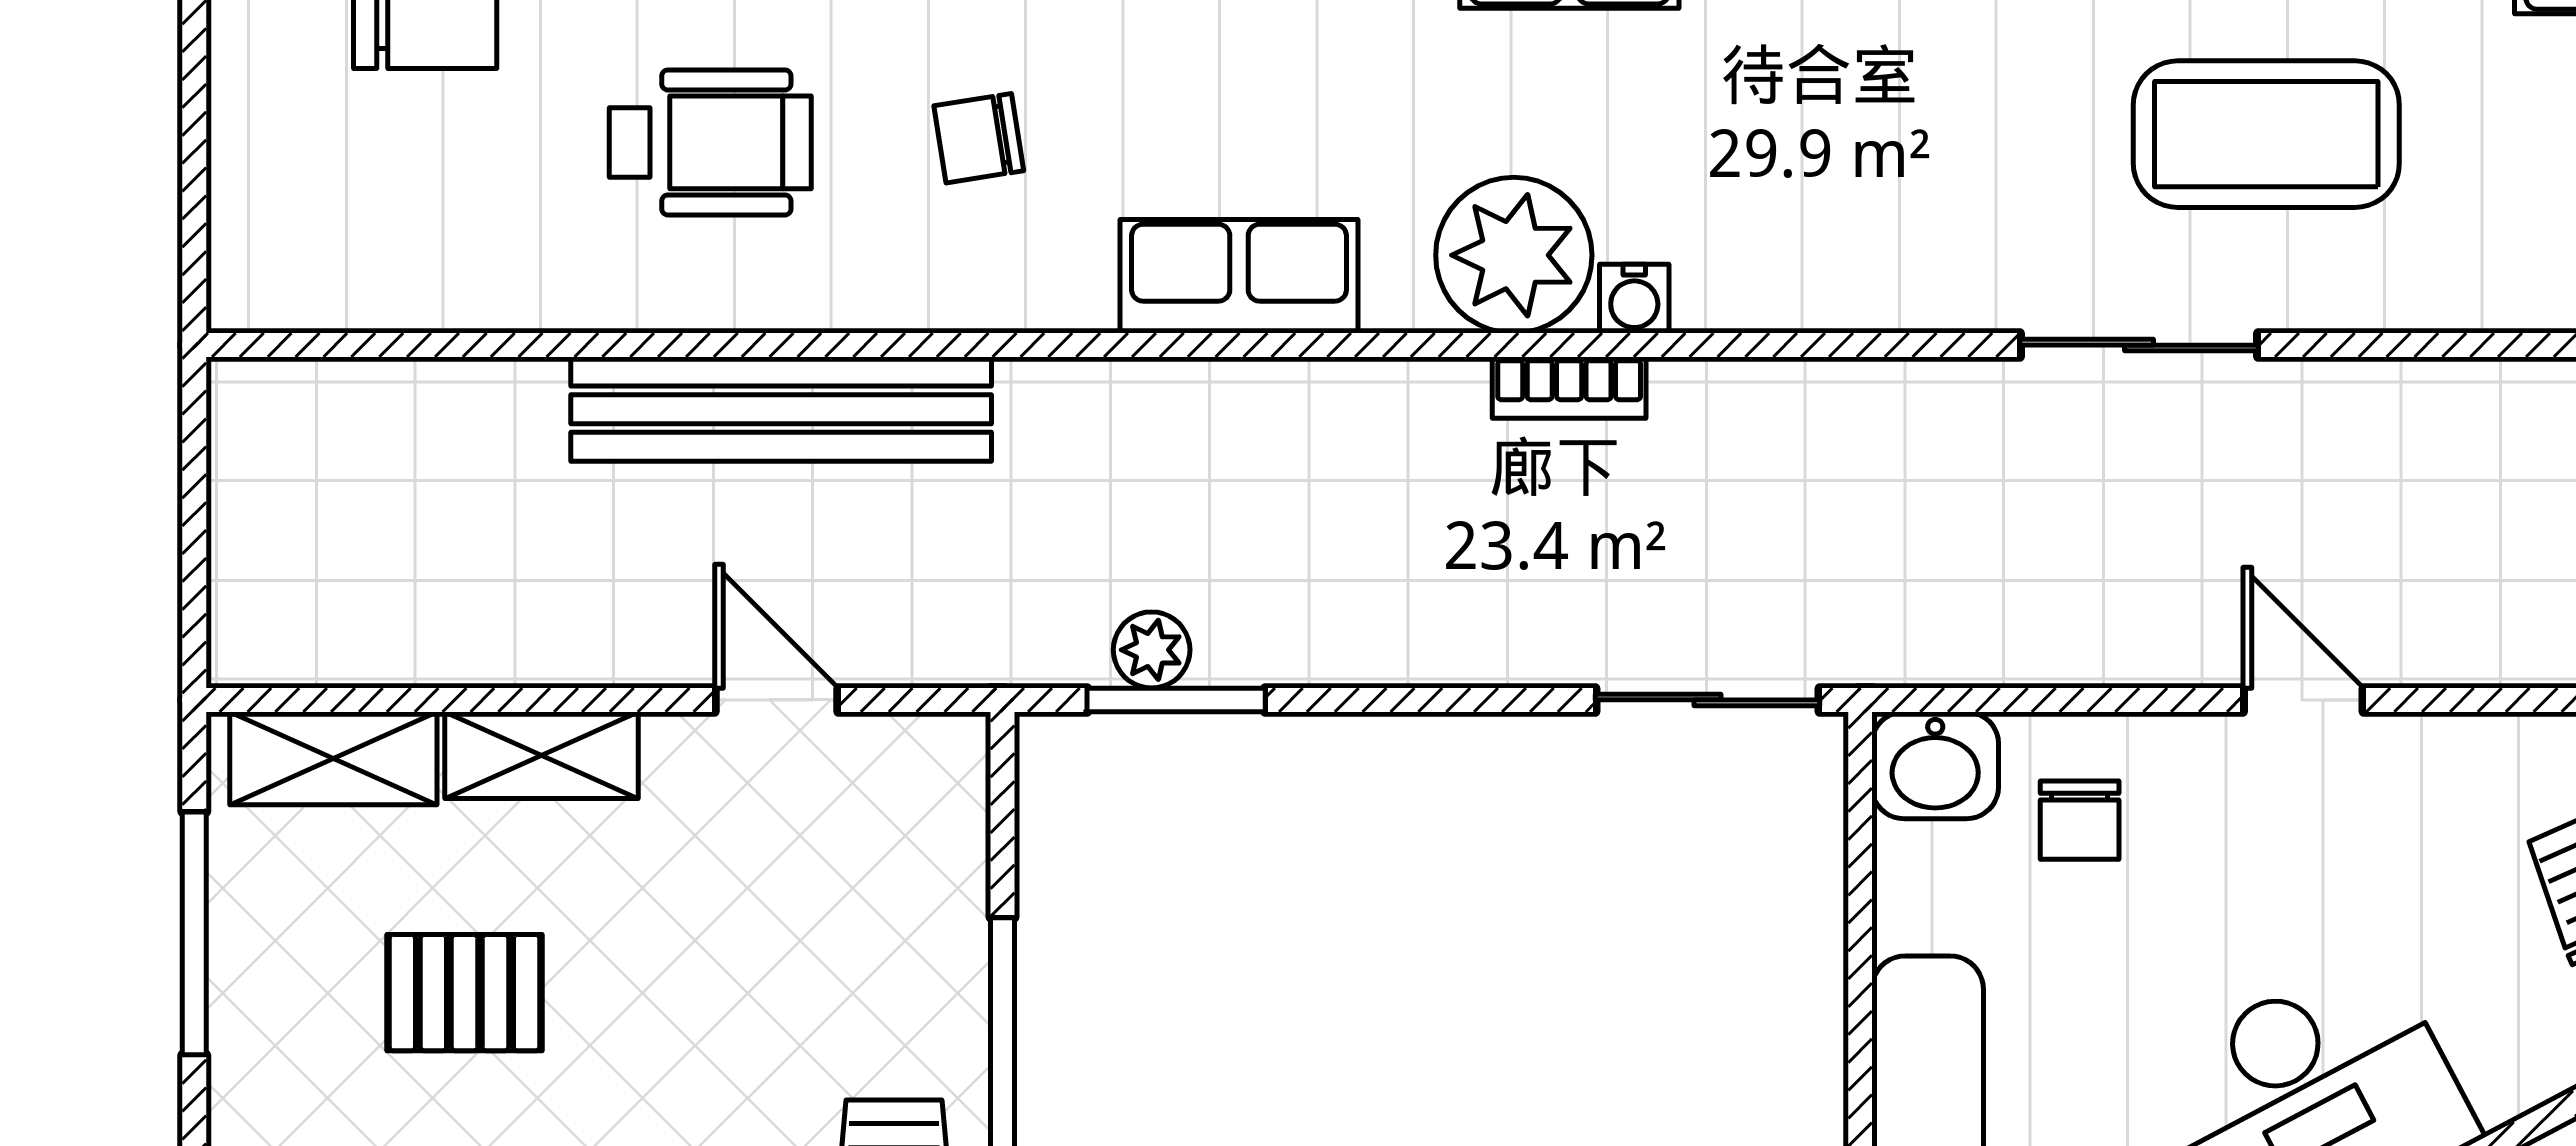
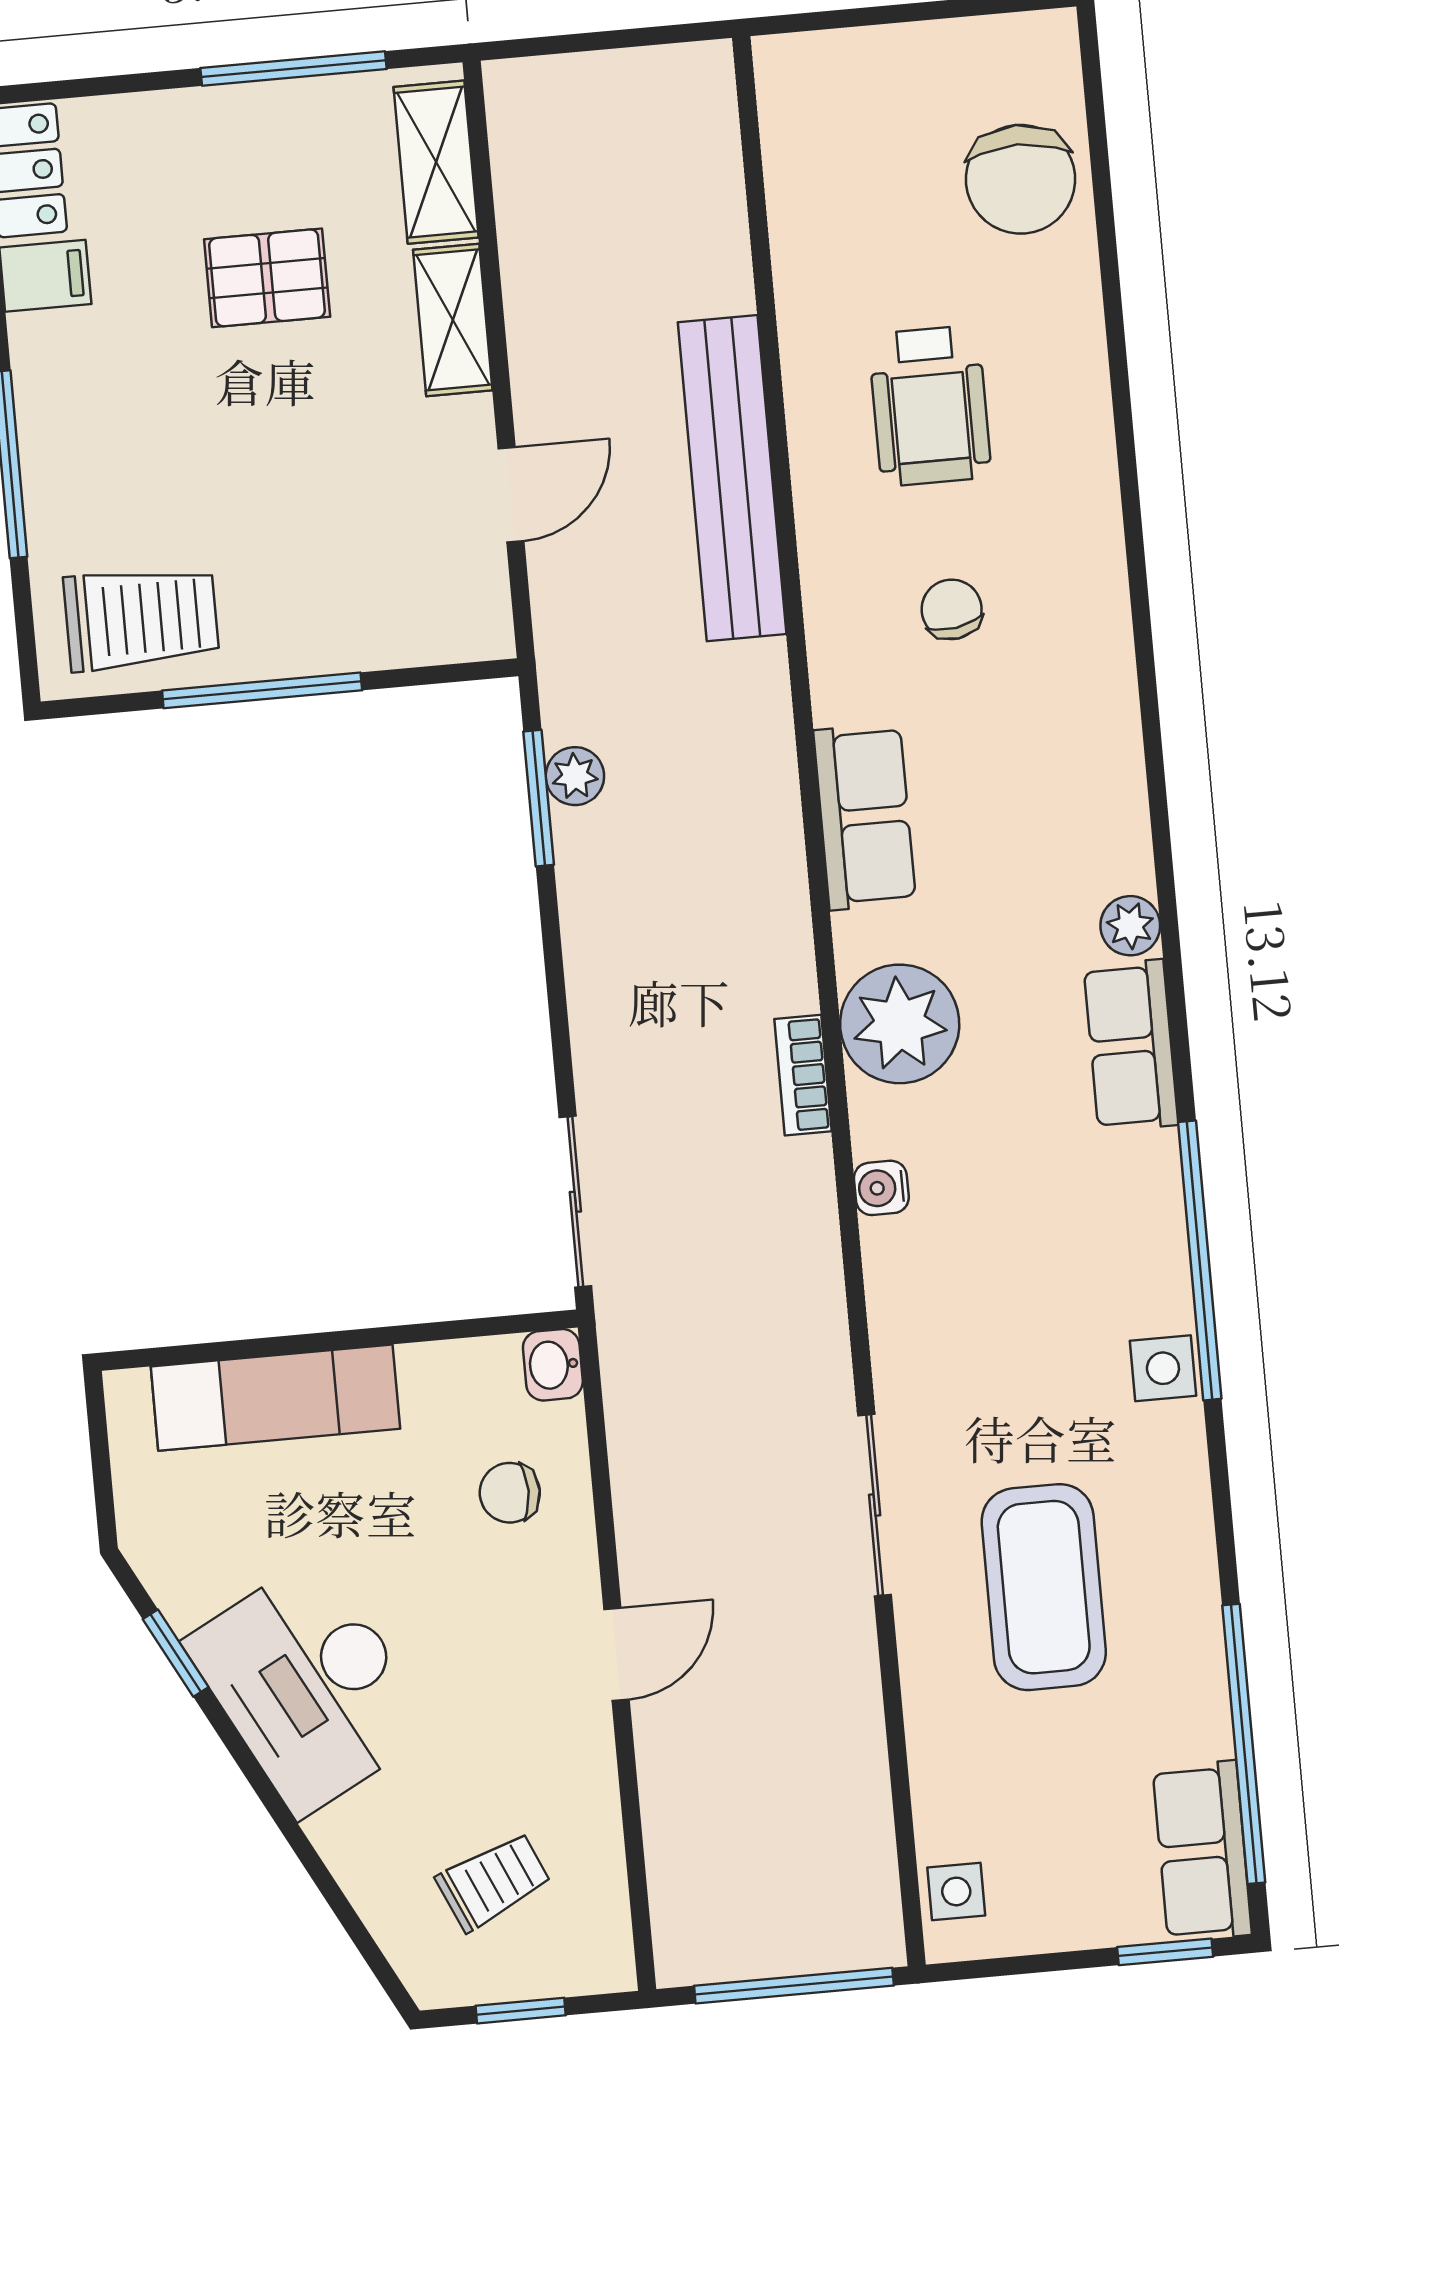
water cooler: (1634, 299) -> (881, 1188), moved
washbasin: (1935, 765) -> (553, 1365), width x0.72, depth x0.69
pallet: (464, 993) -> (267, 278), turned 90

